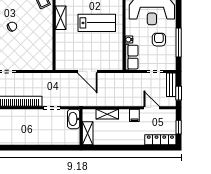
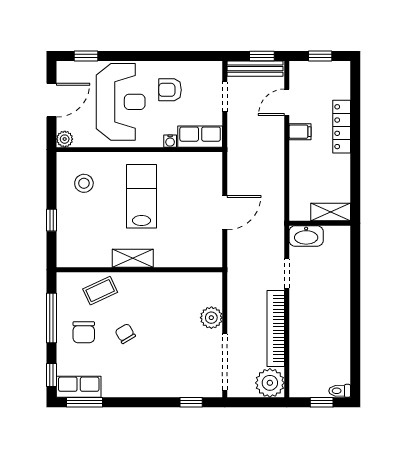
chair: (12, 27) -> (125, 334), moved
window: (179, 42) -> (175, 56), removed
plant: (26, 64) -> (211, 318), added
bench: (171, 85) -> (255, 69), width x1.36
shelving: (107, 114) -> (298, 178), removed
locker: (160, 140) -> (342, 127), moved

